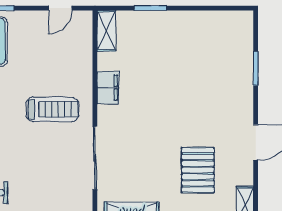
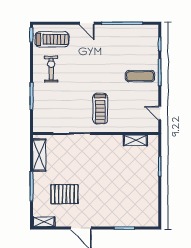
shelving: (106, 31) -> (135, 140), moved
filing cabinet: (108, 88) -> (113, 141), removed

